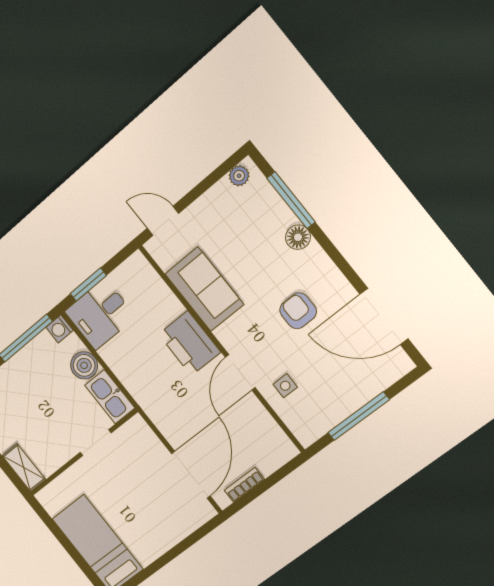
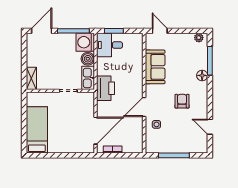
door: (384, 317) -> (210, 127), width x0.53
washing machine: (60, 329) -> (85, 42), width x1.89, depth x1.89
printer: (190, 343) -> (105, 88), moved, turned 180

